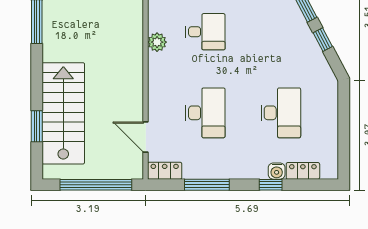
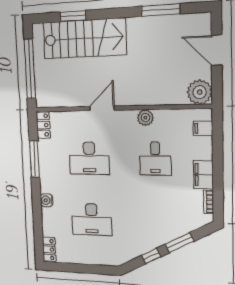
door: (146, 137) -> (102, 108), moved
water cooler: (277, 171) -> (47, 200), moved
locker: (303, 171) -> (49, 249), moved
window: (271, 185) -> (37, 209), removed

